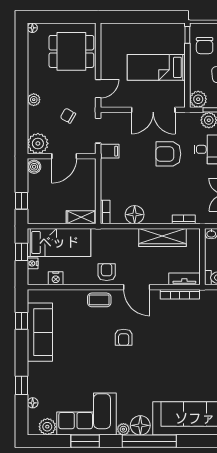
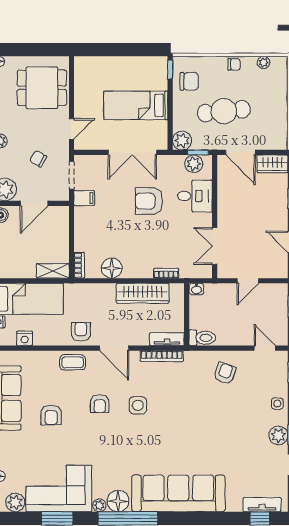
chair: (205, 46) -> (189, 81), turned -90
side table: (158, 339) -> (138, 405), added
armchair: (80, 347) -> (51, 415), added

